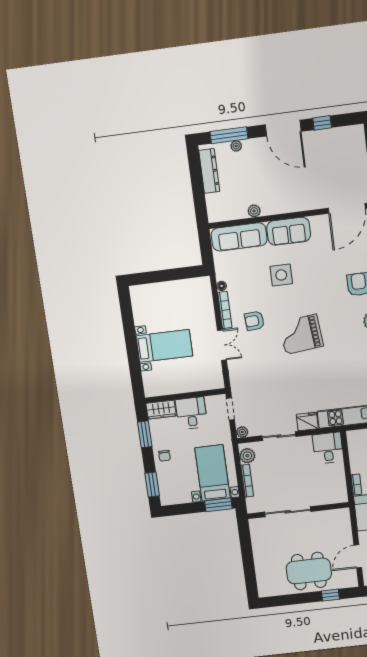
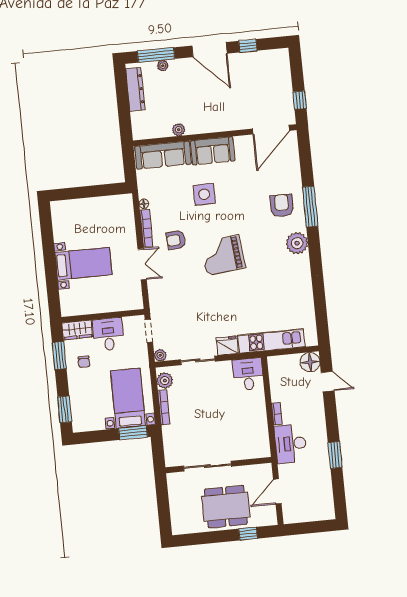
chair: (164, 456) -> (84, 362), moved
wall: (298, 511) -> (218, 465), moved
sliding door: (288, 512) -> (207, 466), moved

